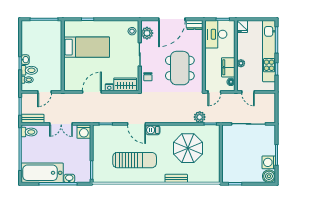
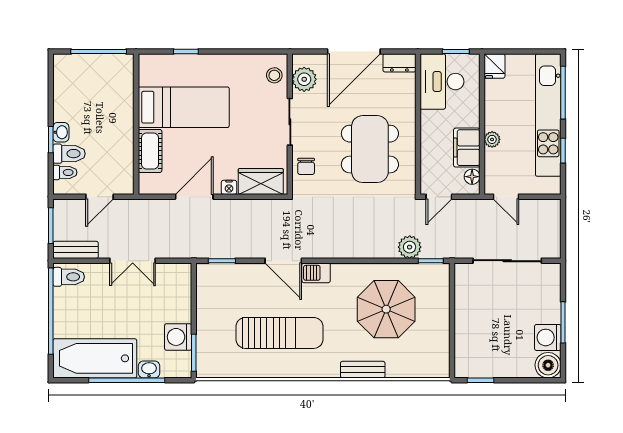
cot: (70, 69) -> (150, 151), added
washing machine: (84, 132) -> (178, 337), moved, turned 90

